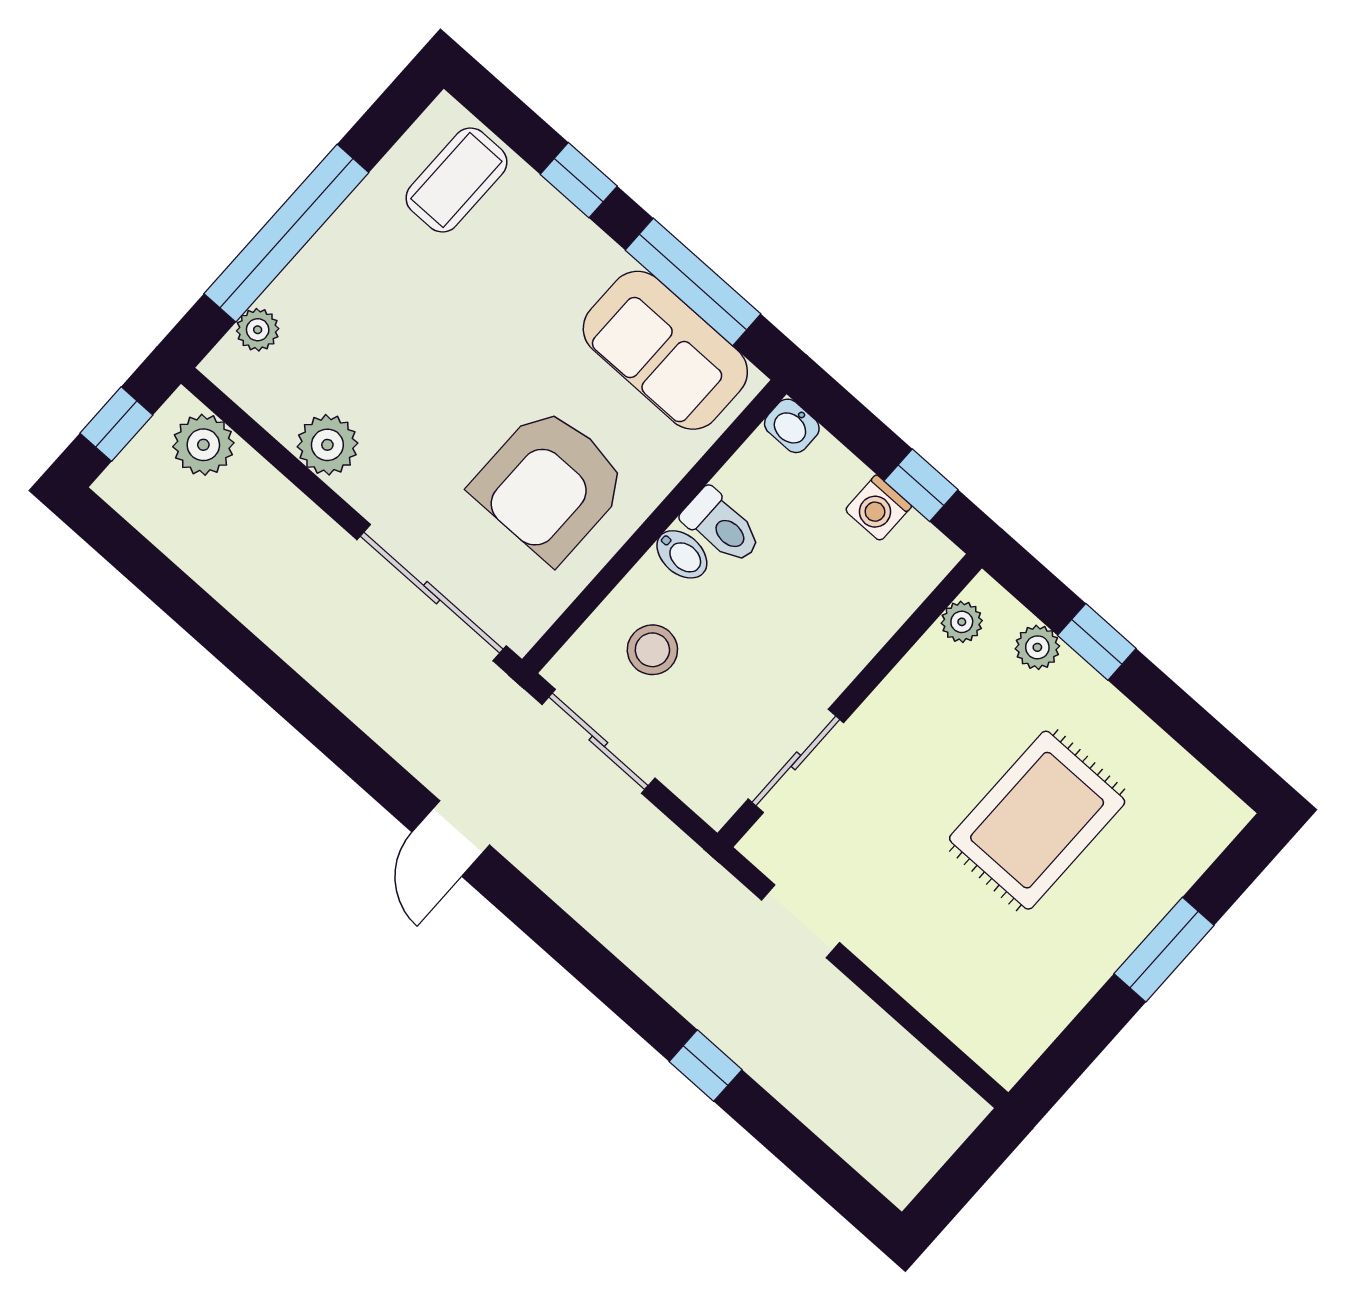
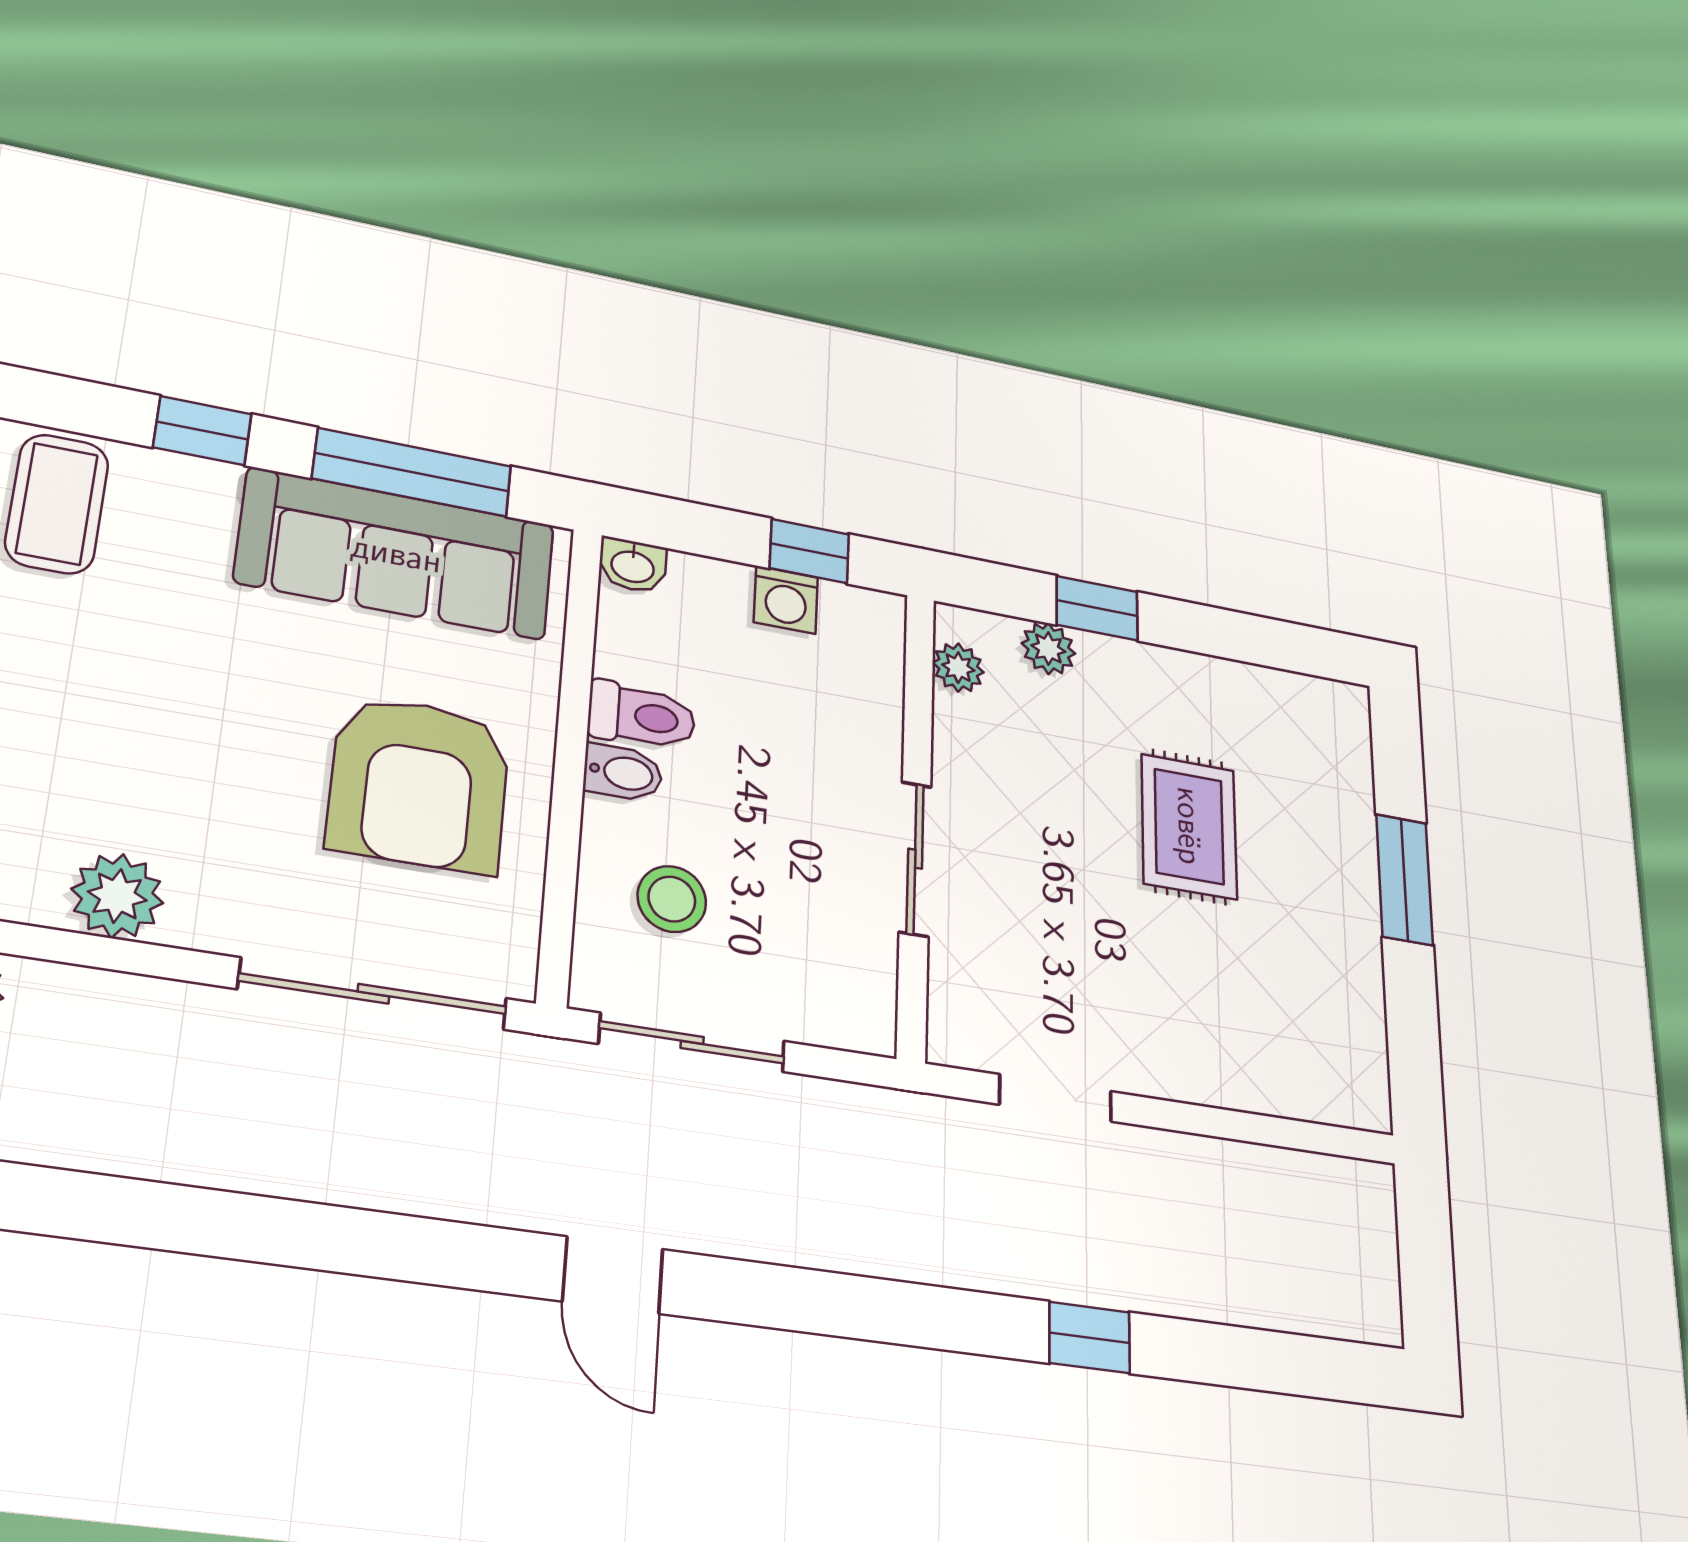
sofa: (665, 350) -> (396, 554), width x1.36
sliding door: (796, 761) -> (915, 859), moved
rug: (1037, 820) -> (1189, 826), width x0.73, depth x0.70

